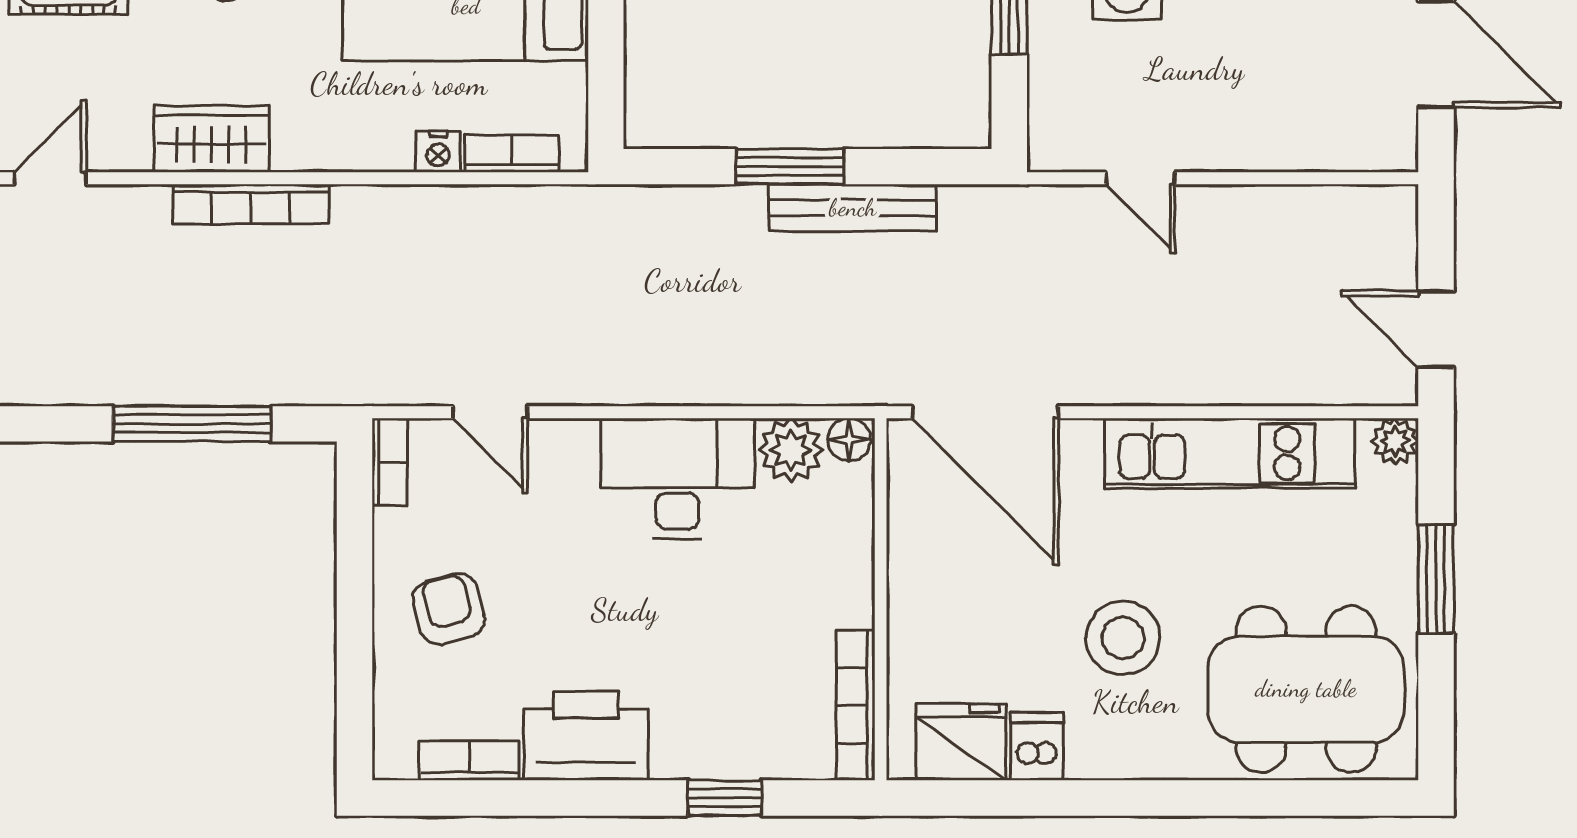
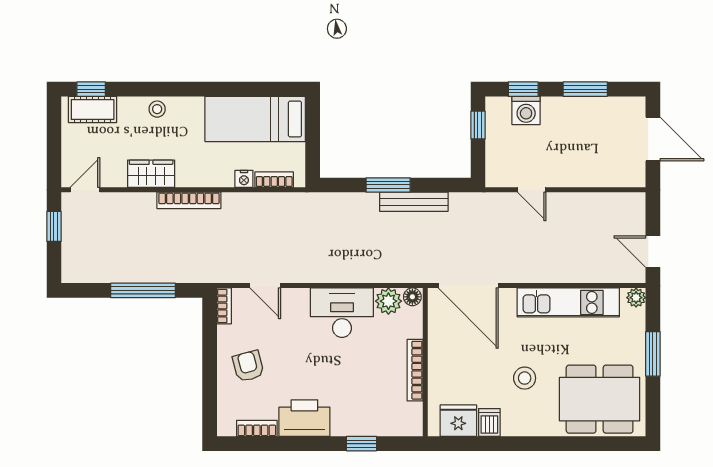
bookcase: (251, 204) -> (189, 200), moved
stool: (1123, 638) -> (525, 378), width x0.73, depth x0.73
bookcase: (856, 705) -> (415, 370), moved

